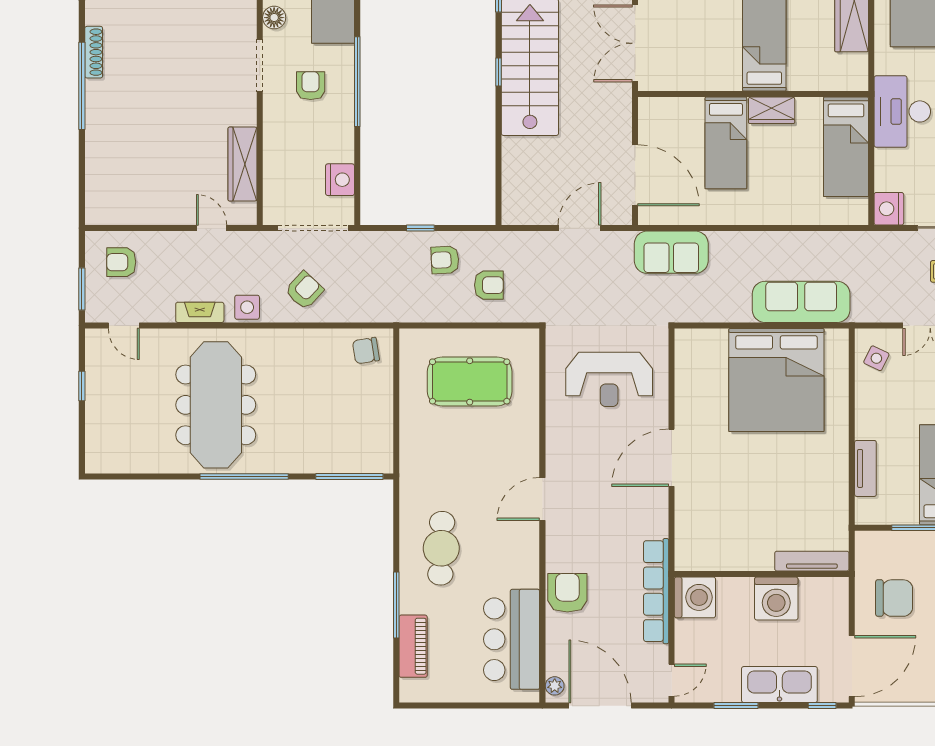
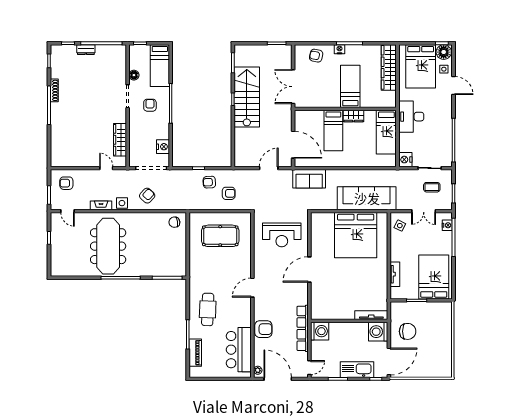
sofa: (801, 302) -> (367, 198), width x1.36, depth x1.27
armchair: (567, 593) -> (263, 329), turned 90
washing machine: (776, 598) -> (378, 332), moved, turned 90

